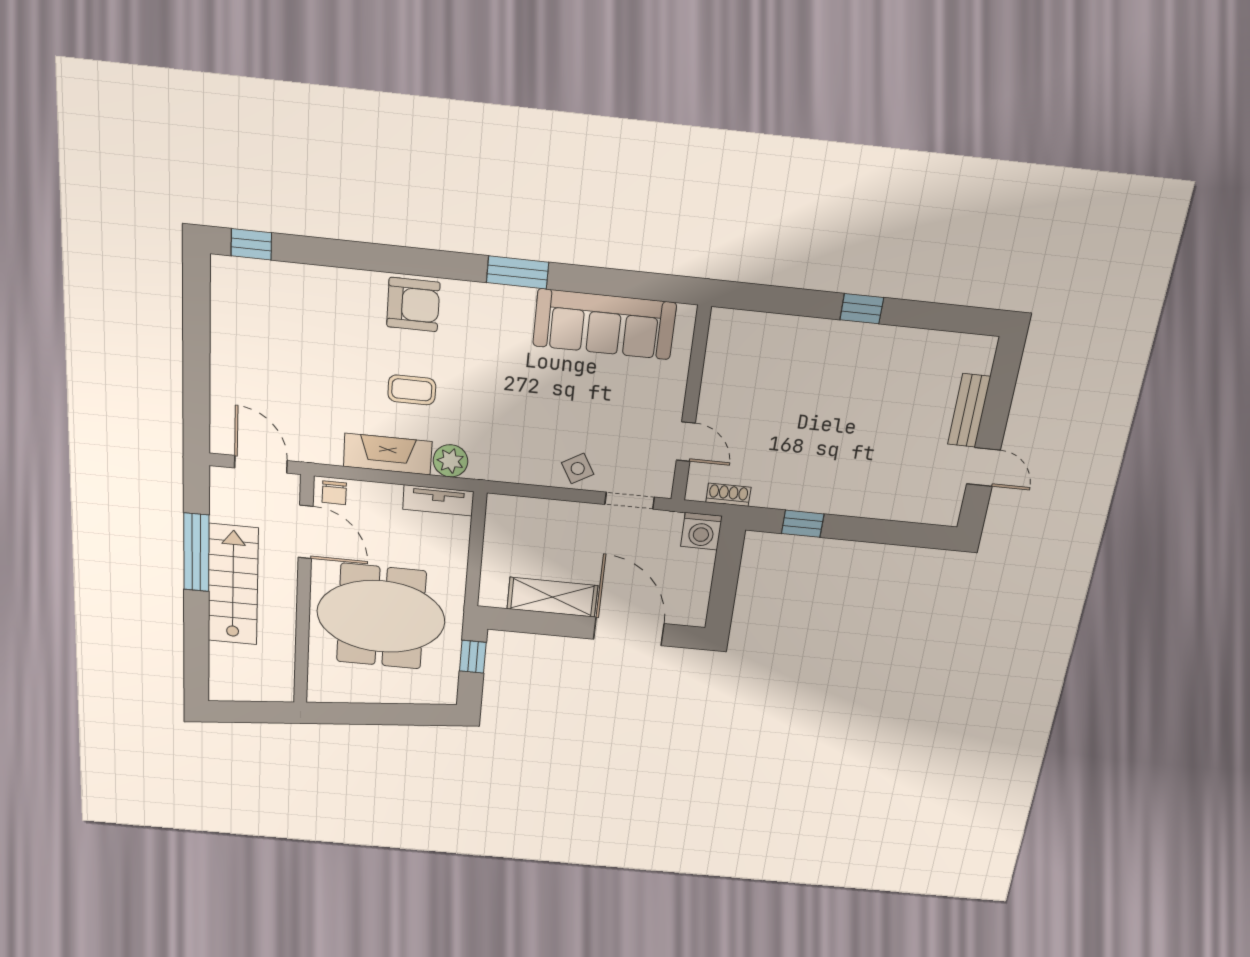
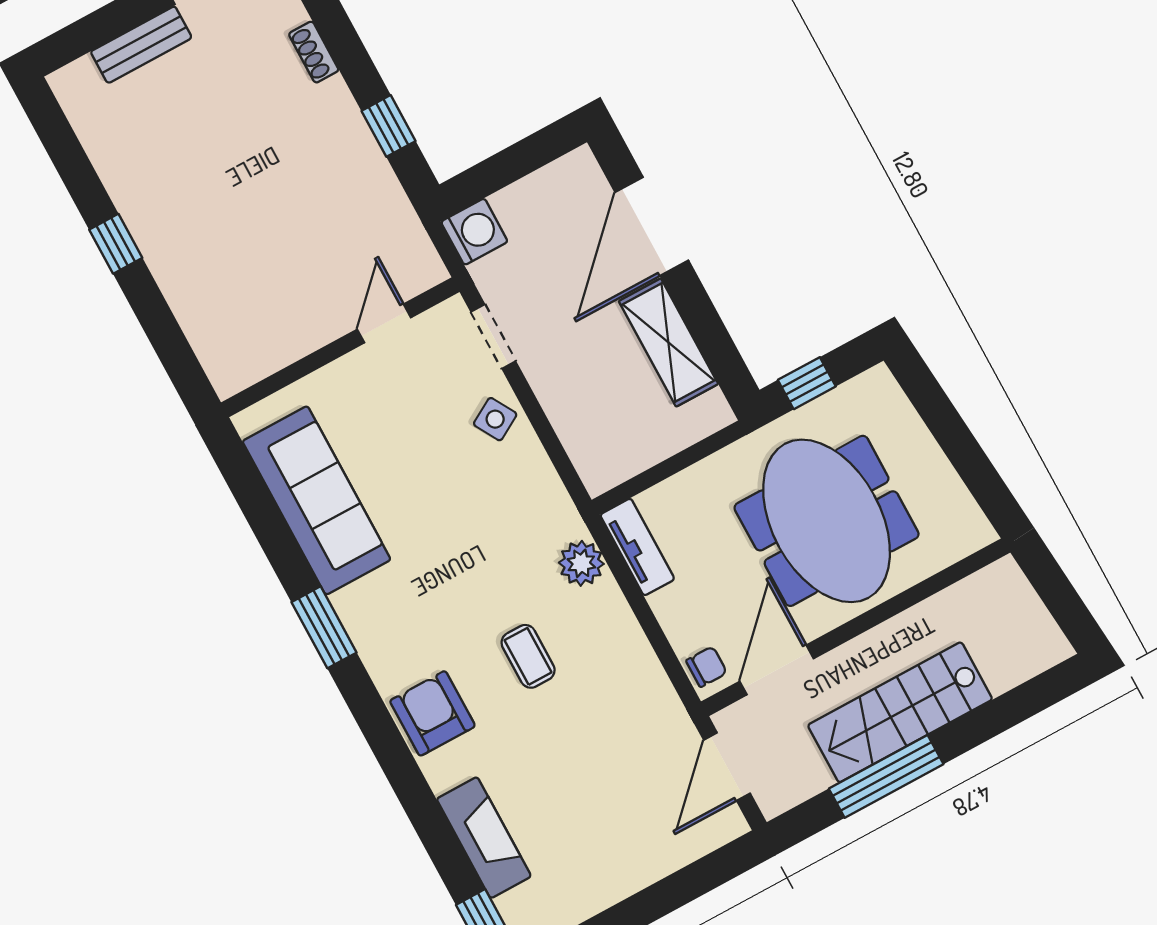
fireplace: (388, 454) -> (484, 838), moved, turned 180
shoe rack: (728, 495) -> (314, 52), moved

